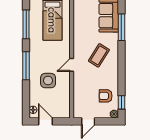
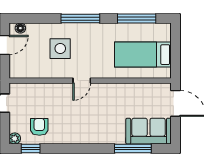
coffee table: (99, 55) -> (94, 118), removed
door: (72, 65) -> (82, 81), swing flipped

